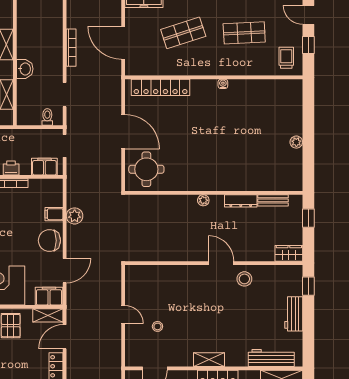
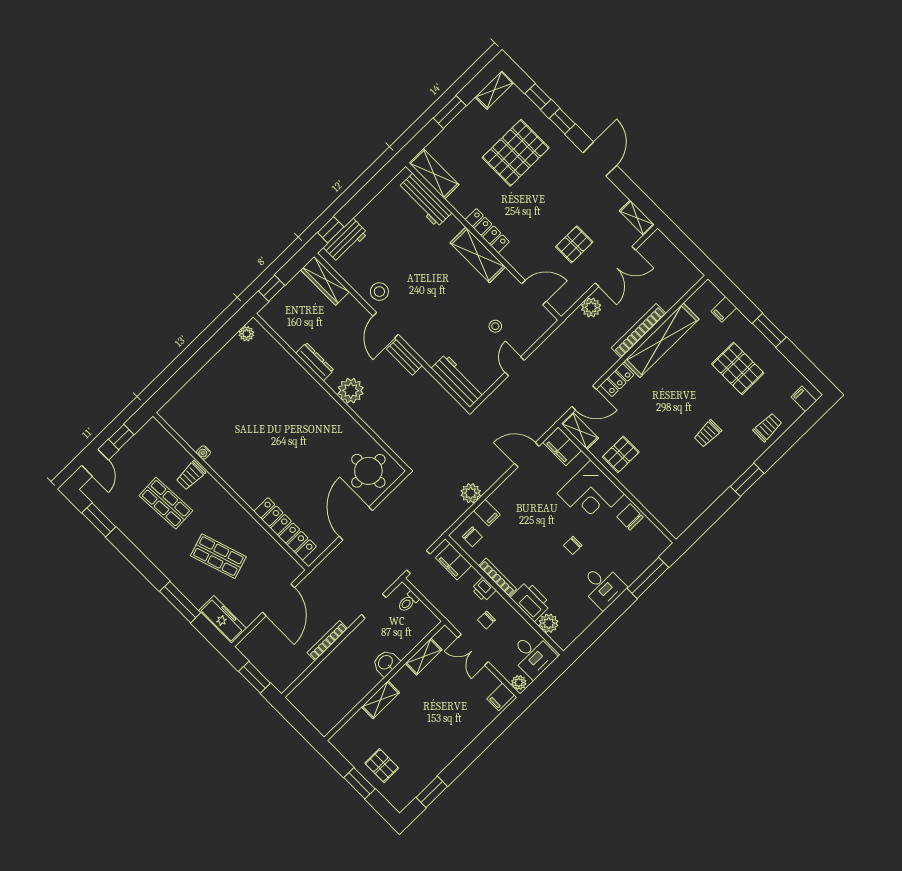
trolley: (286, 58) -> (191, 476), moved
water cooler: (223, 84) -> (203, 452), moved
plant: (296, 142) -> (246, 334), moved
plant: (203, 200) -> (351, 391), width x1.88, depth x1.88
bench: (273, 200) -> (404, 357), moved
chair: (49, 241) -> (472, 537), moved, width x0.54, depth x0.54
wardrobe: (289, 253) -> (325, 281), width x1.50
workbench: (147, 273) -> (458, 381), added
workbench: (294, 314) -> (345, 240), moved
shelving: (209, 360) -> (478, 255), width x1.50, depth x1.33

